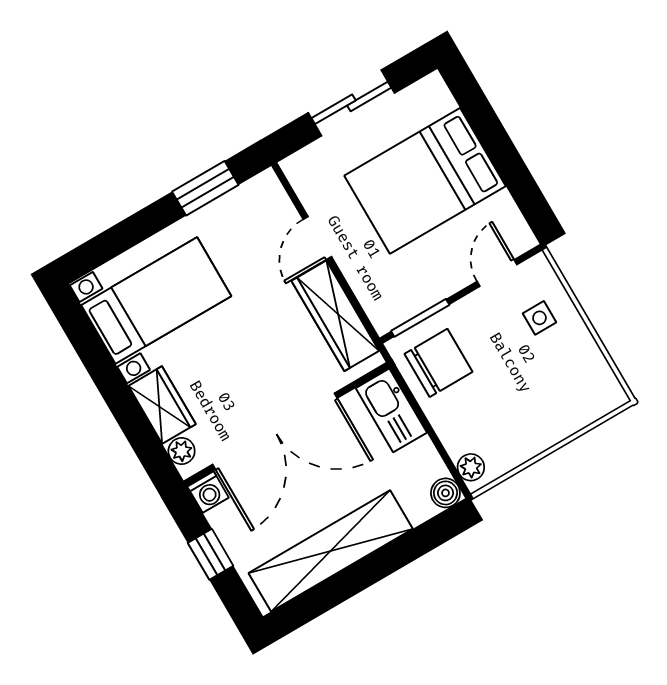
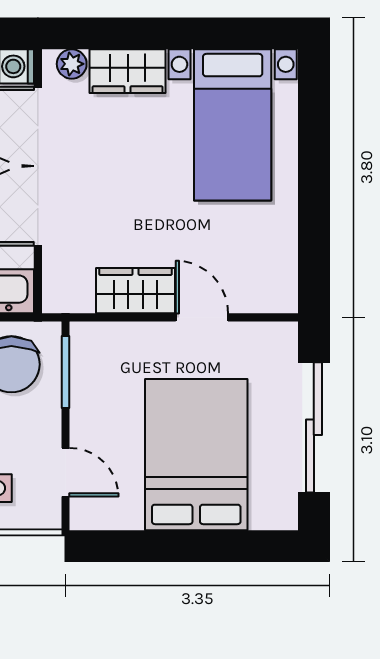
sliding door: (351, 103) -> (314, 427), width x1.37
window: (205, 188) -> (314, 237), removed
wardrobe: (335, 316) -> (136, 291), width x0.67

